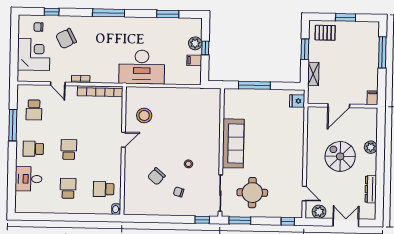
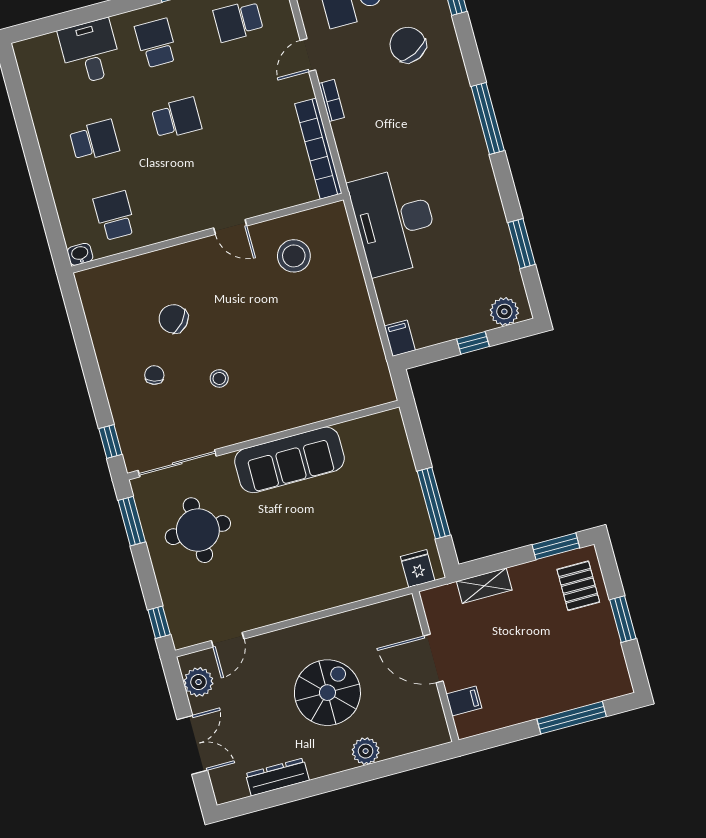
plant: (195, 43) -> (504, 312), moved
window: (305, 49) -> (556, 546), moved
filing cabinet: (194, 60) -> (400, 338), moved
window: (254, 85) -> (434, 503), moved
filing cabinet: (373, 98) -> (464, 701), moved

